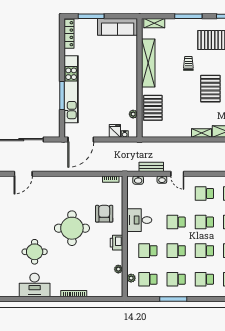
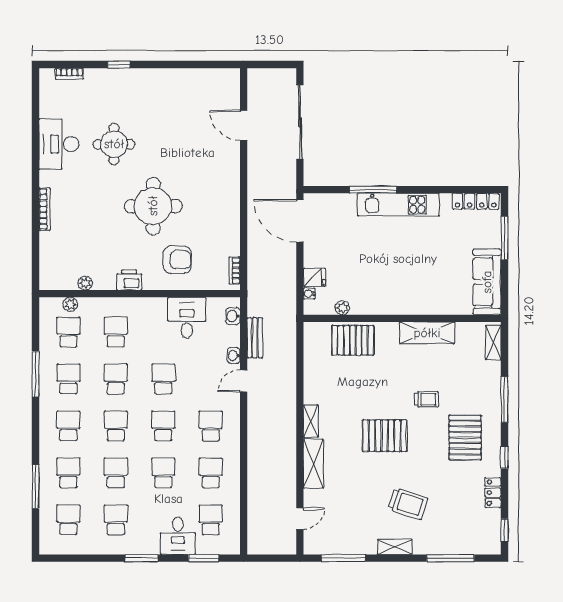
shelving: (148, 63) -> (427, 333), width x0.68
kitchen unit: (71, 89) -> (398, 205), width x0.73
desk: (139, 220) -> (187, 318), moved

